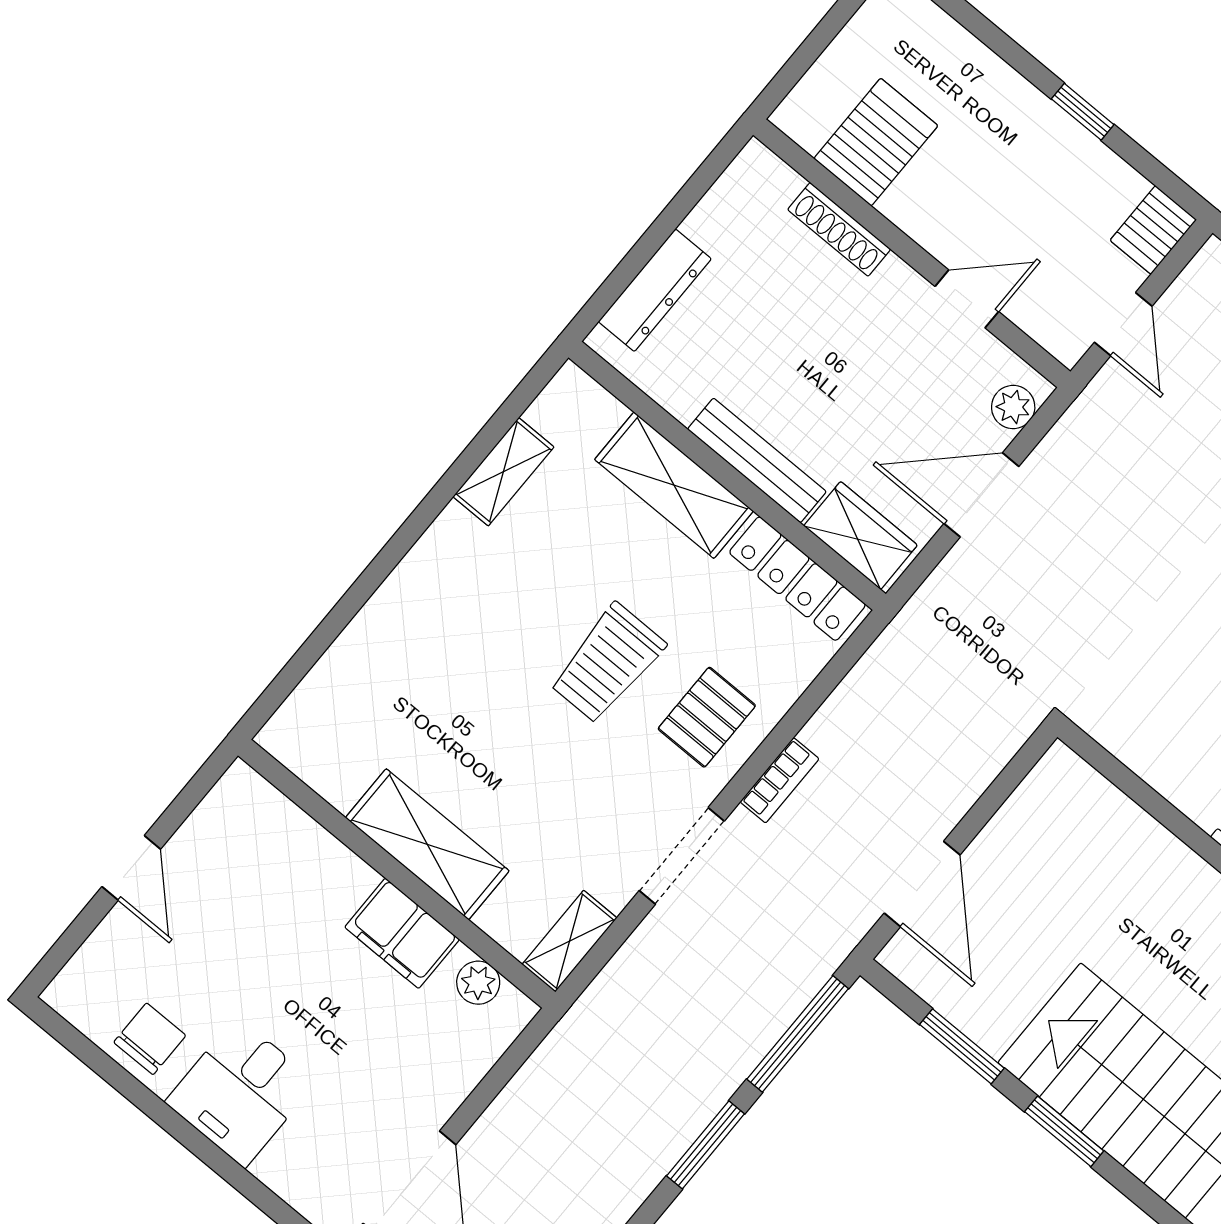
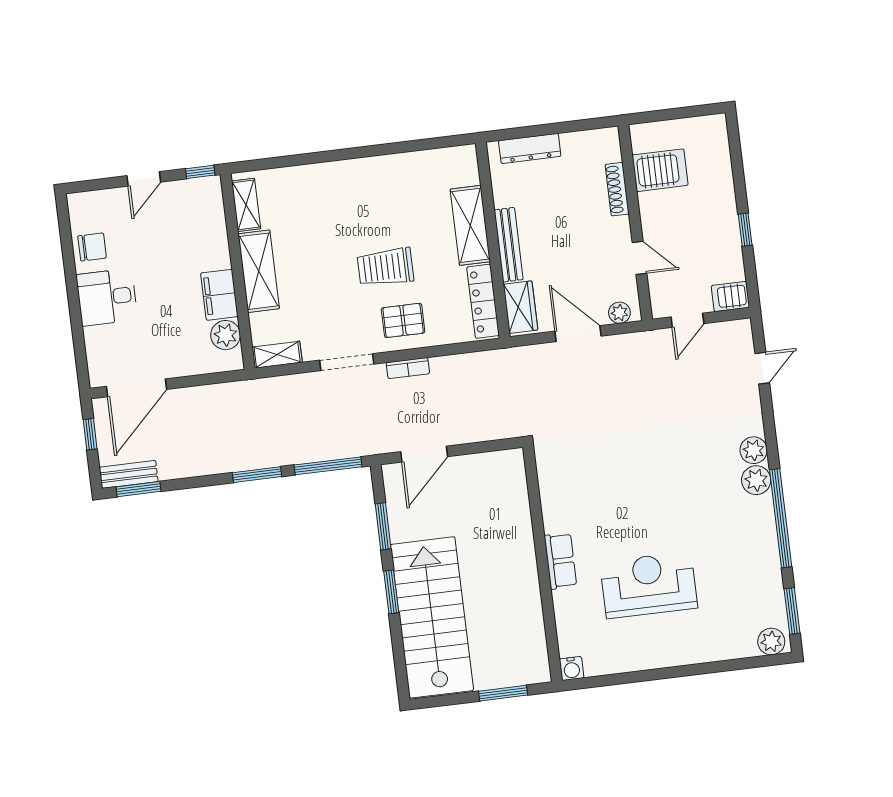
shelving: (503, 472) -> (246, 205), moved, turned 90
window: (205, 780) -> (200, 172), added
plant: (478, 983) -> (226, 335), width x1.38, depth x1.38

